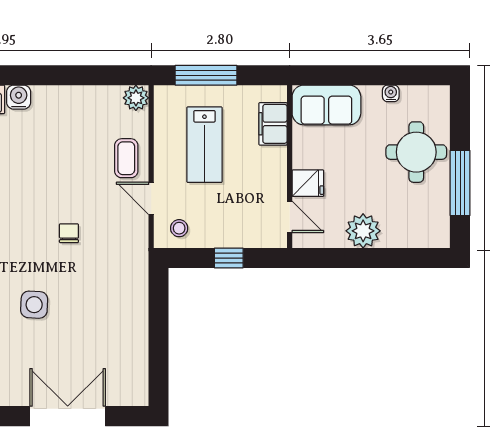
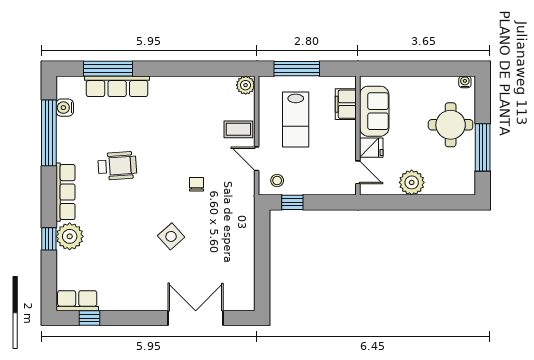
water cooler: (391, 93) -> (465, 82), moved
water cooler: (19, 97) -> (160, 85), removed
sofa: (326, 105) -> (374, 111), moved, turned -90
coffee table: (126, 158) -> (238, 129), turned 90
window: (229, 258) -> (292, 202), moved
side table: (34, 305) -> (171, 236), turned 45

